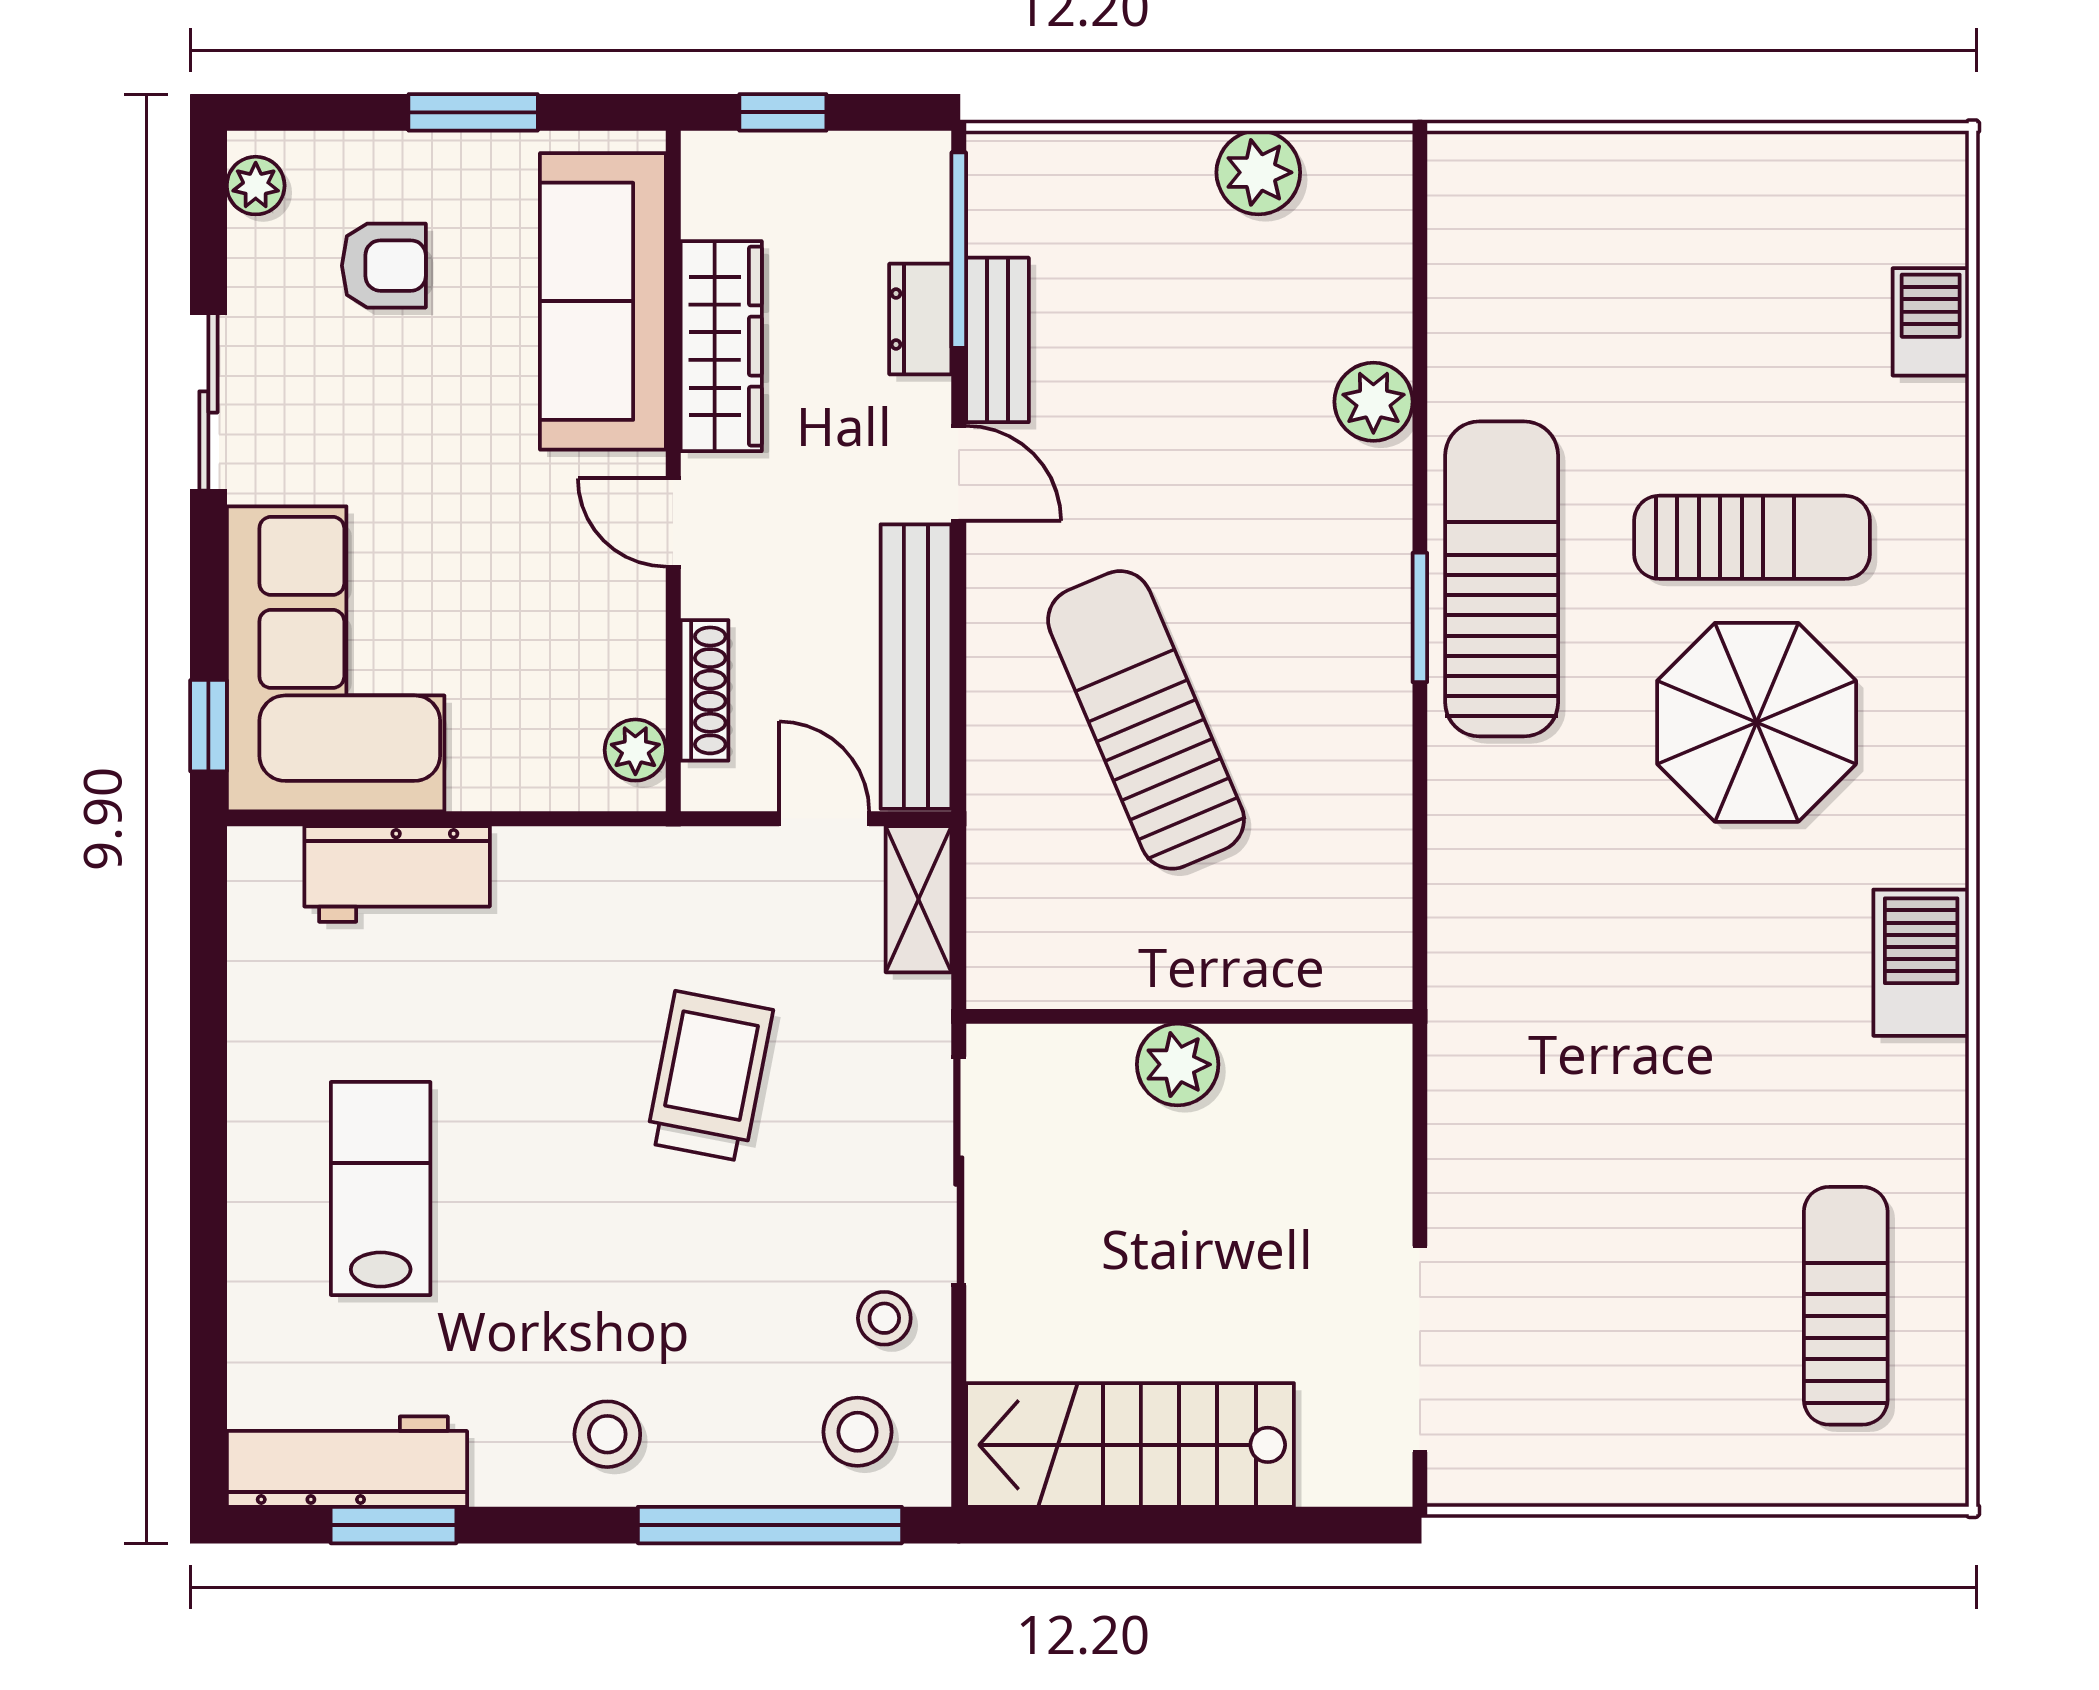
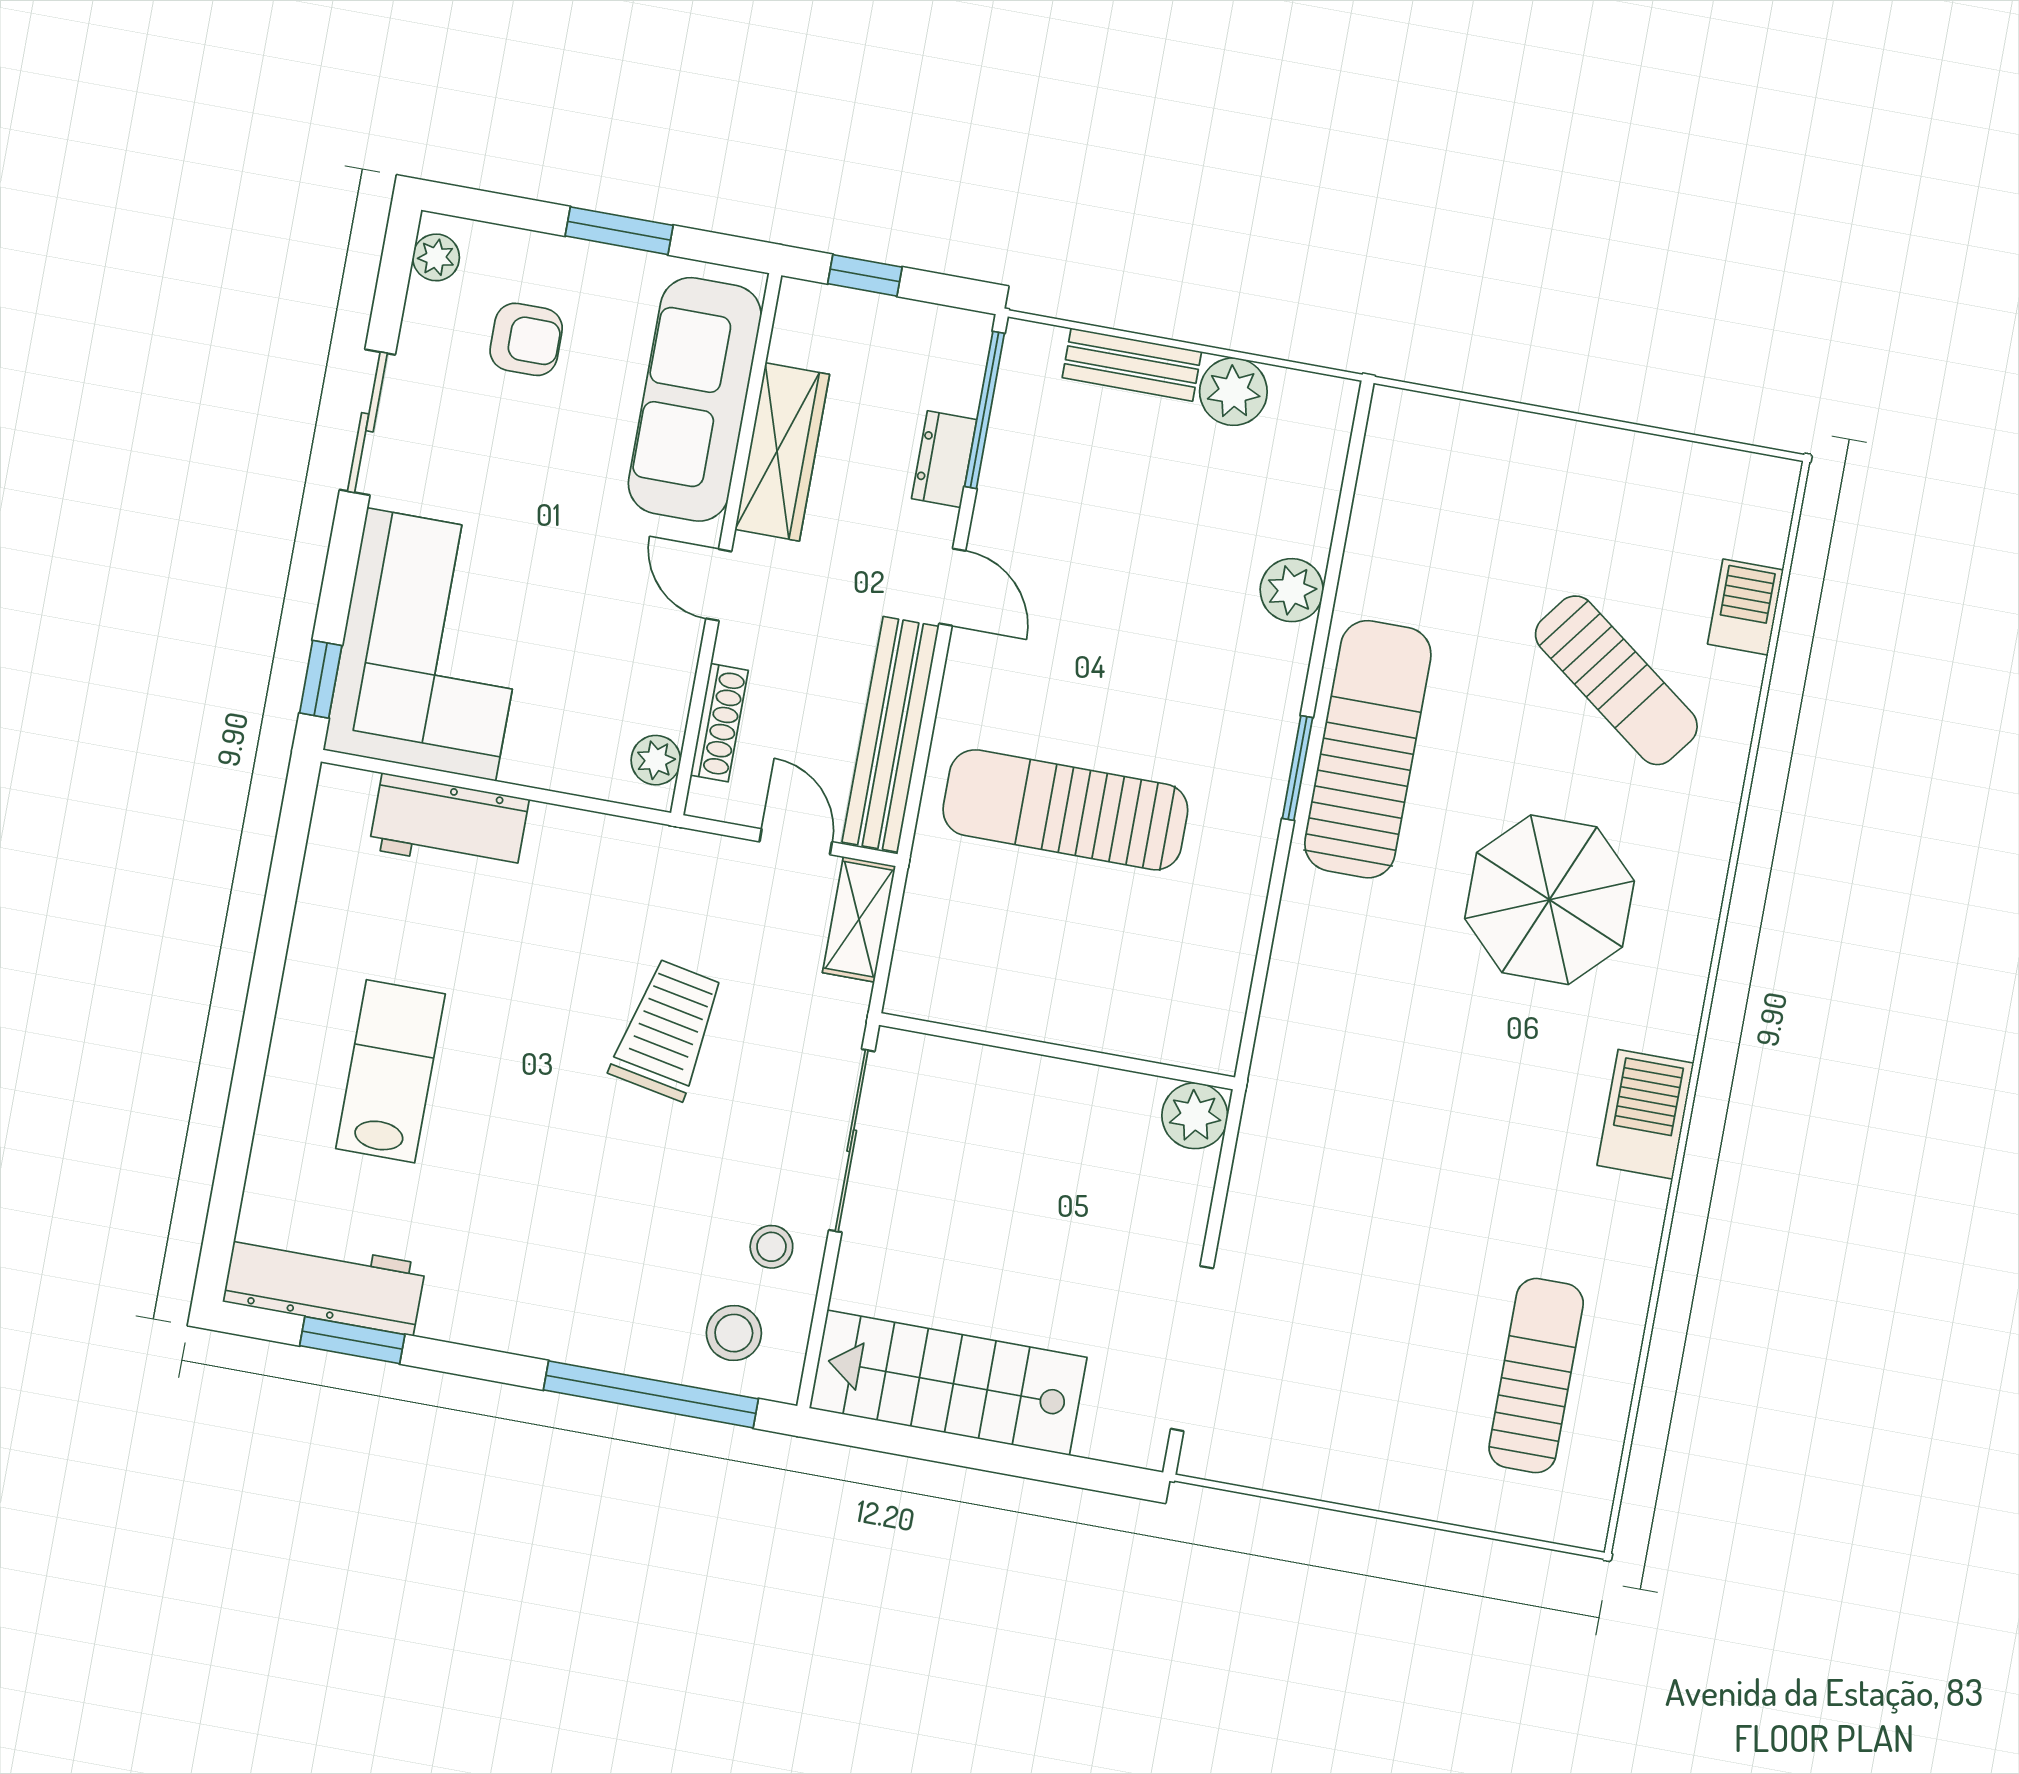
bench: (997, 340) -> (1132, 365), moved, turned 90
sun lounger: (1752, 537) -> (1616, 680), moved, turned 37
sun lounger: (1146, 720) -> (1065, 810), turned -67
plant: (1178, 1064) -> (1195, 1116), moved
stool: (607, 1434) -> (535, 1299), removed

